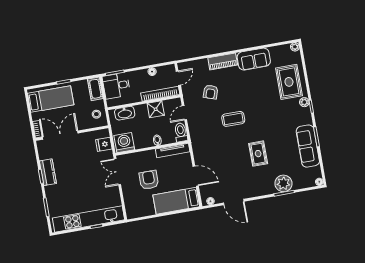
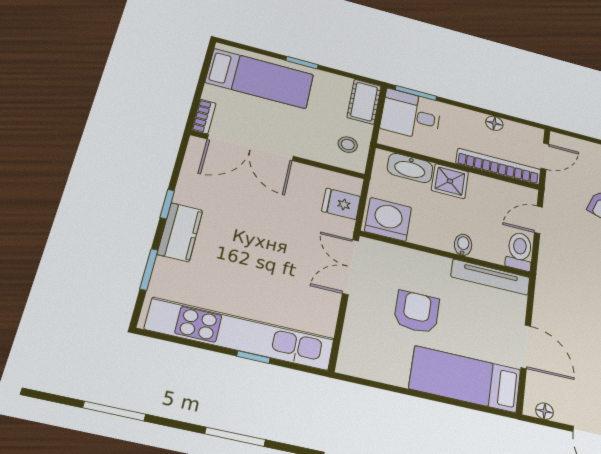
shower: (156, 109) -> (450, 181), moved
double door: (60, 135) -> (251, 148), swing flipped
kitchen counter: (48, 172) -> (180, 232), moved

